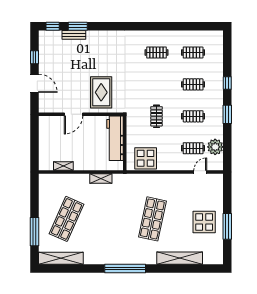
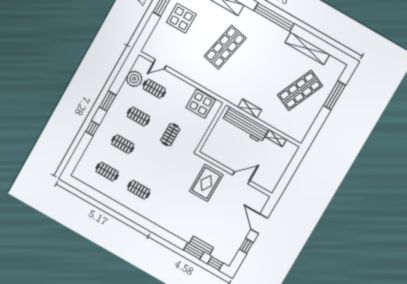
workbench: (115, 138) -> (245, 125), moved, turned 90
shelving: (61, 258) -> (307, 48), moved

